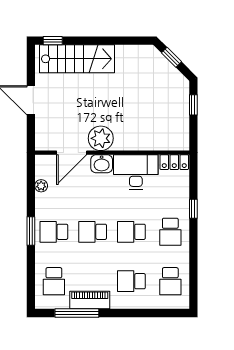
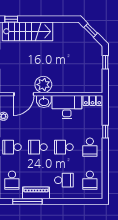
school desk: (131, 281) -> (64, 180), turned 180

